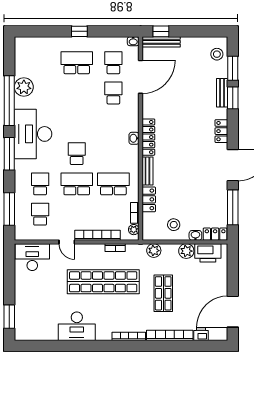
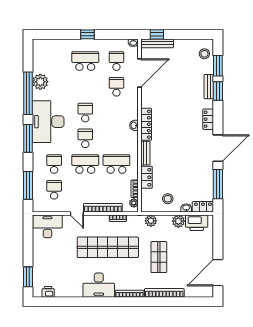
school desk: (77, 123) -> (85, 113), added
desk: (77, 326) -> (99, 285), moved
printer: (201, 334) -> (48, 292), moved

